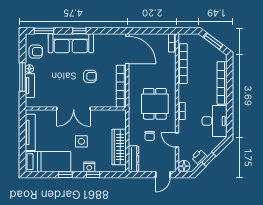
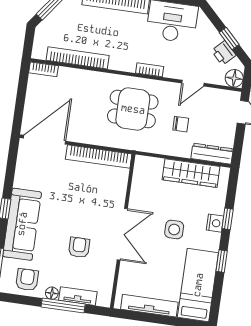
armchair: (90, 76) -> (79, 247), moved

